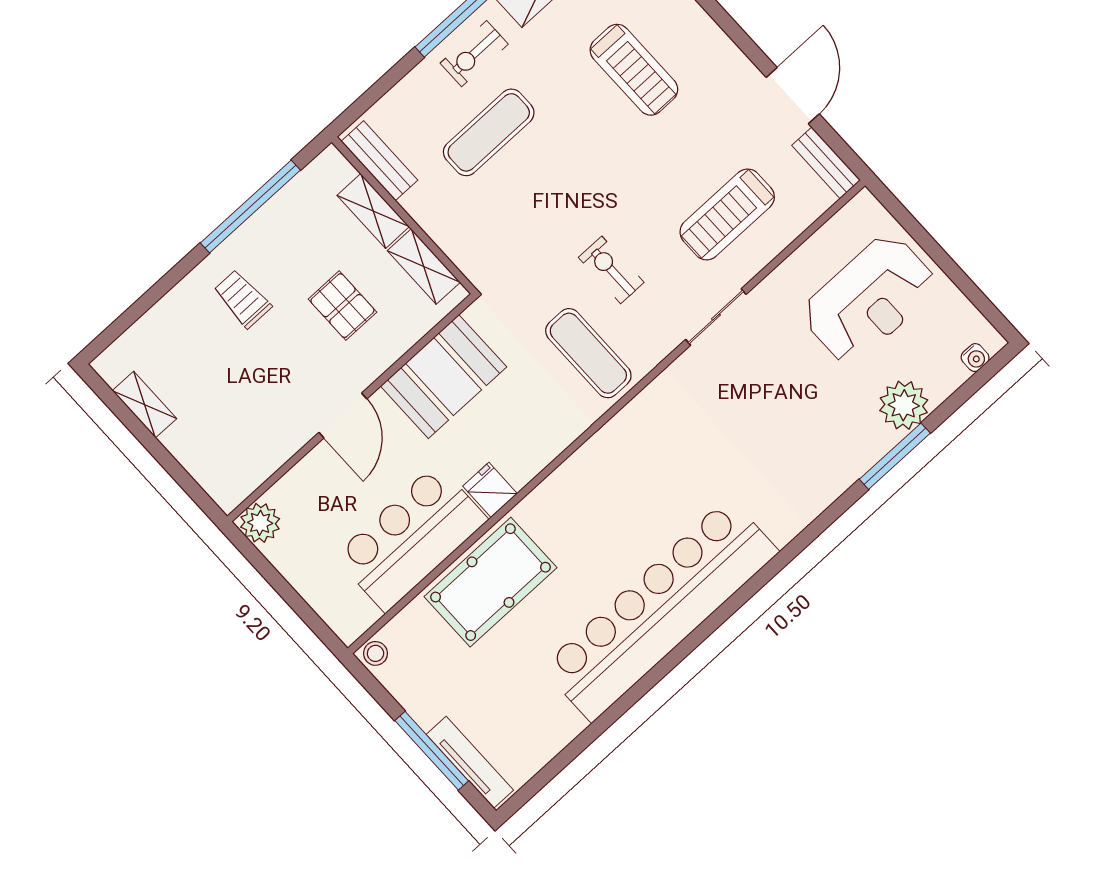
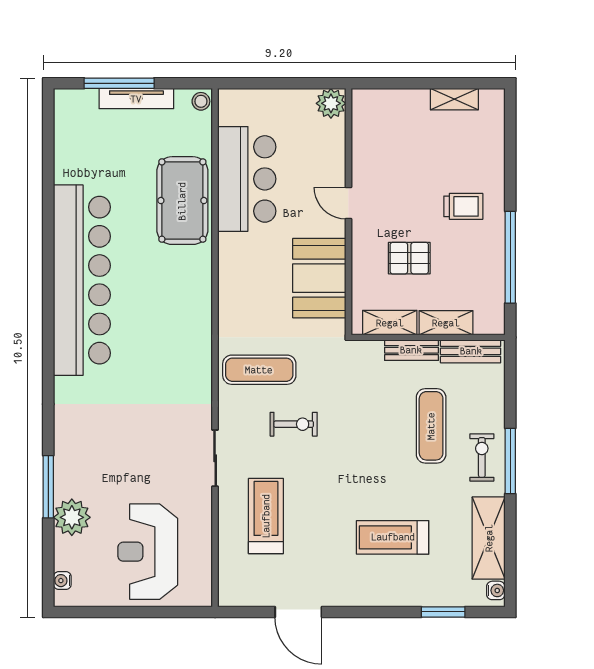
bench: (826, 163) -> (411, 350), moved
door: (343, 416) -> (348, 203), width x0.73
fridge: (490, 490) -> (233, 247), removed
tv unit: (470, 762) -> (136, 99), moved

